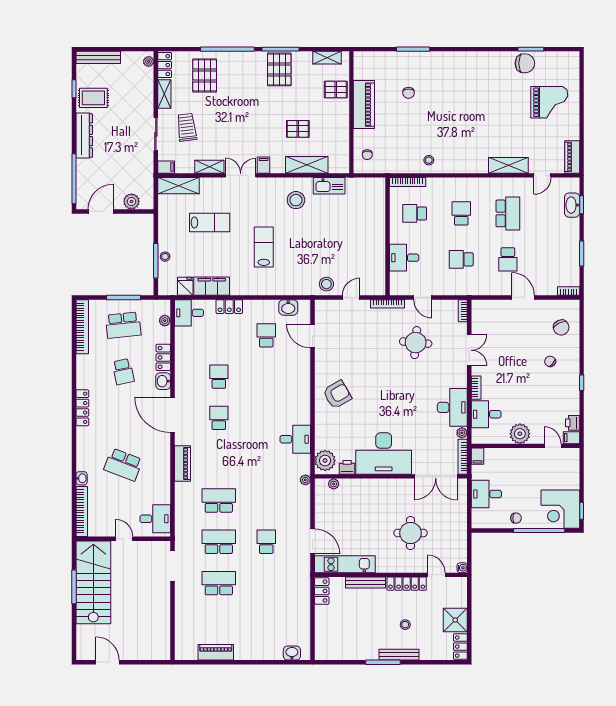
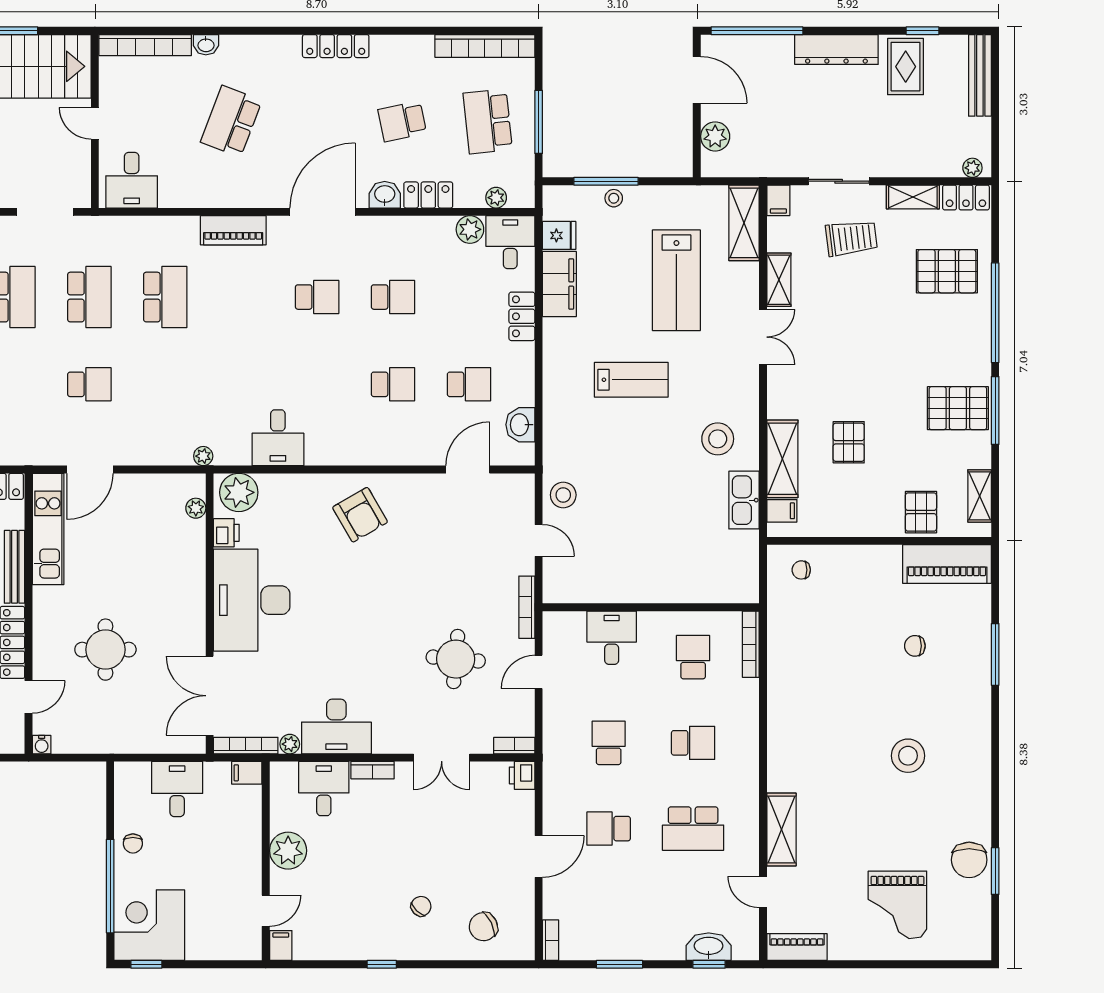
piano: (364, 105) -> (947, 564), moved
stool: (429, 160) -> (908, 756), moved, width x1.89, depth x1.89
filing cabinet: (264, 165) -> (782, 511), moved
lab bench: (210, 223) -> (676, 280), width x1.36, depth x1.39
plant: (182, 335) -> (470, 229), added
school desk: (266, 377) -> (393, 384), added
printer: (573, 423) -> (522, 775), moved, turned -90
door: (124, 539) -> (95, 123), swing flipped

